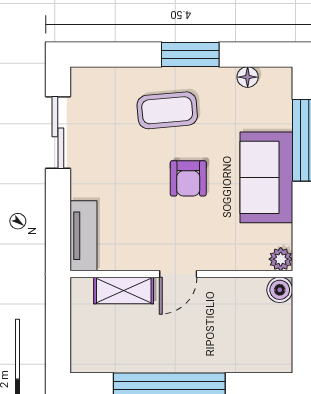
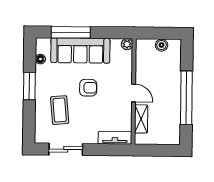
coffee table: (167, 110) -> (60, 110), moved
sofa: (266, 177) -> (80, 51), width x1.36
boiler: (280, 290) -> (162, 45), moved

